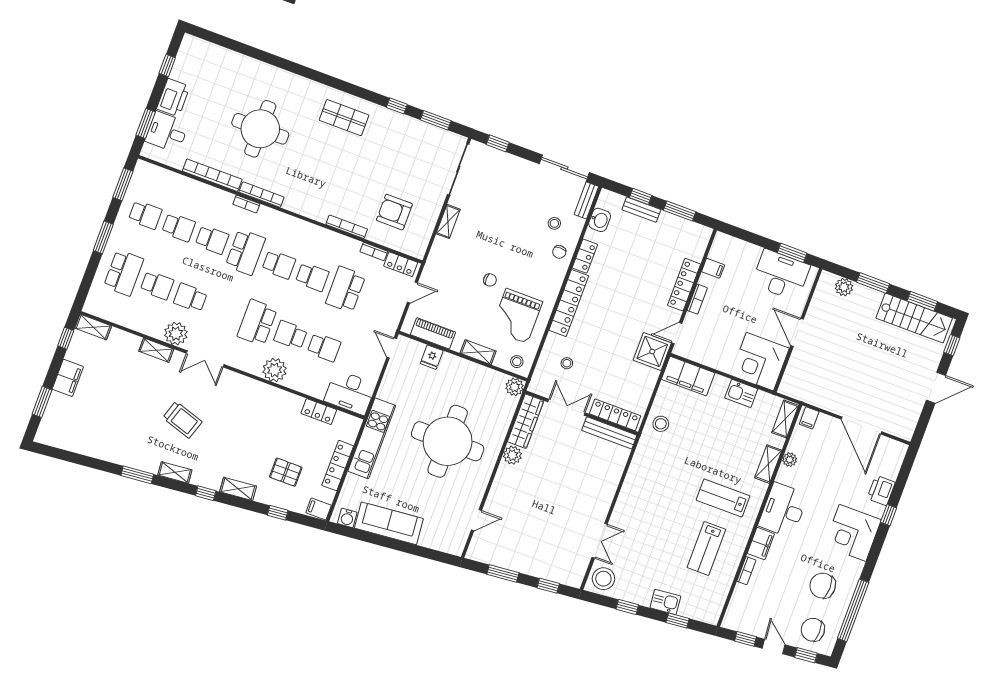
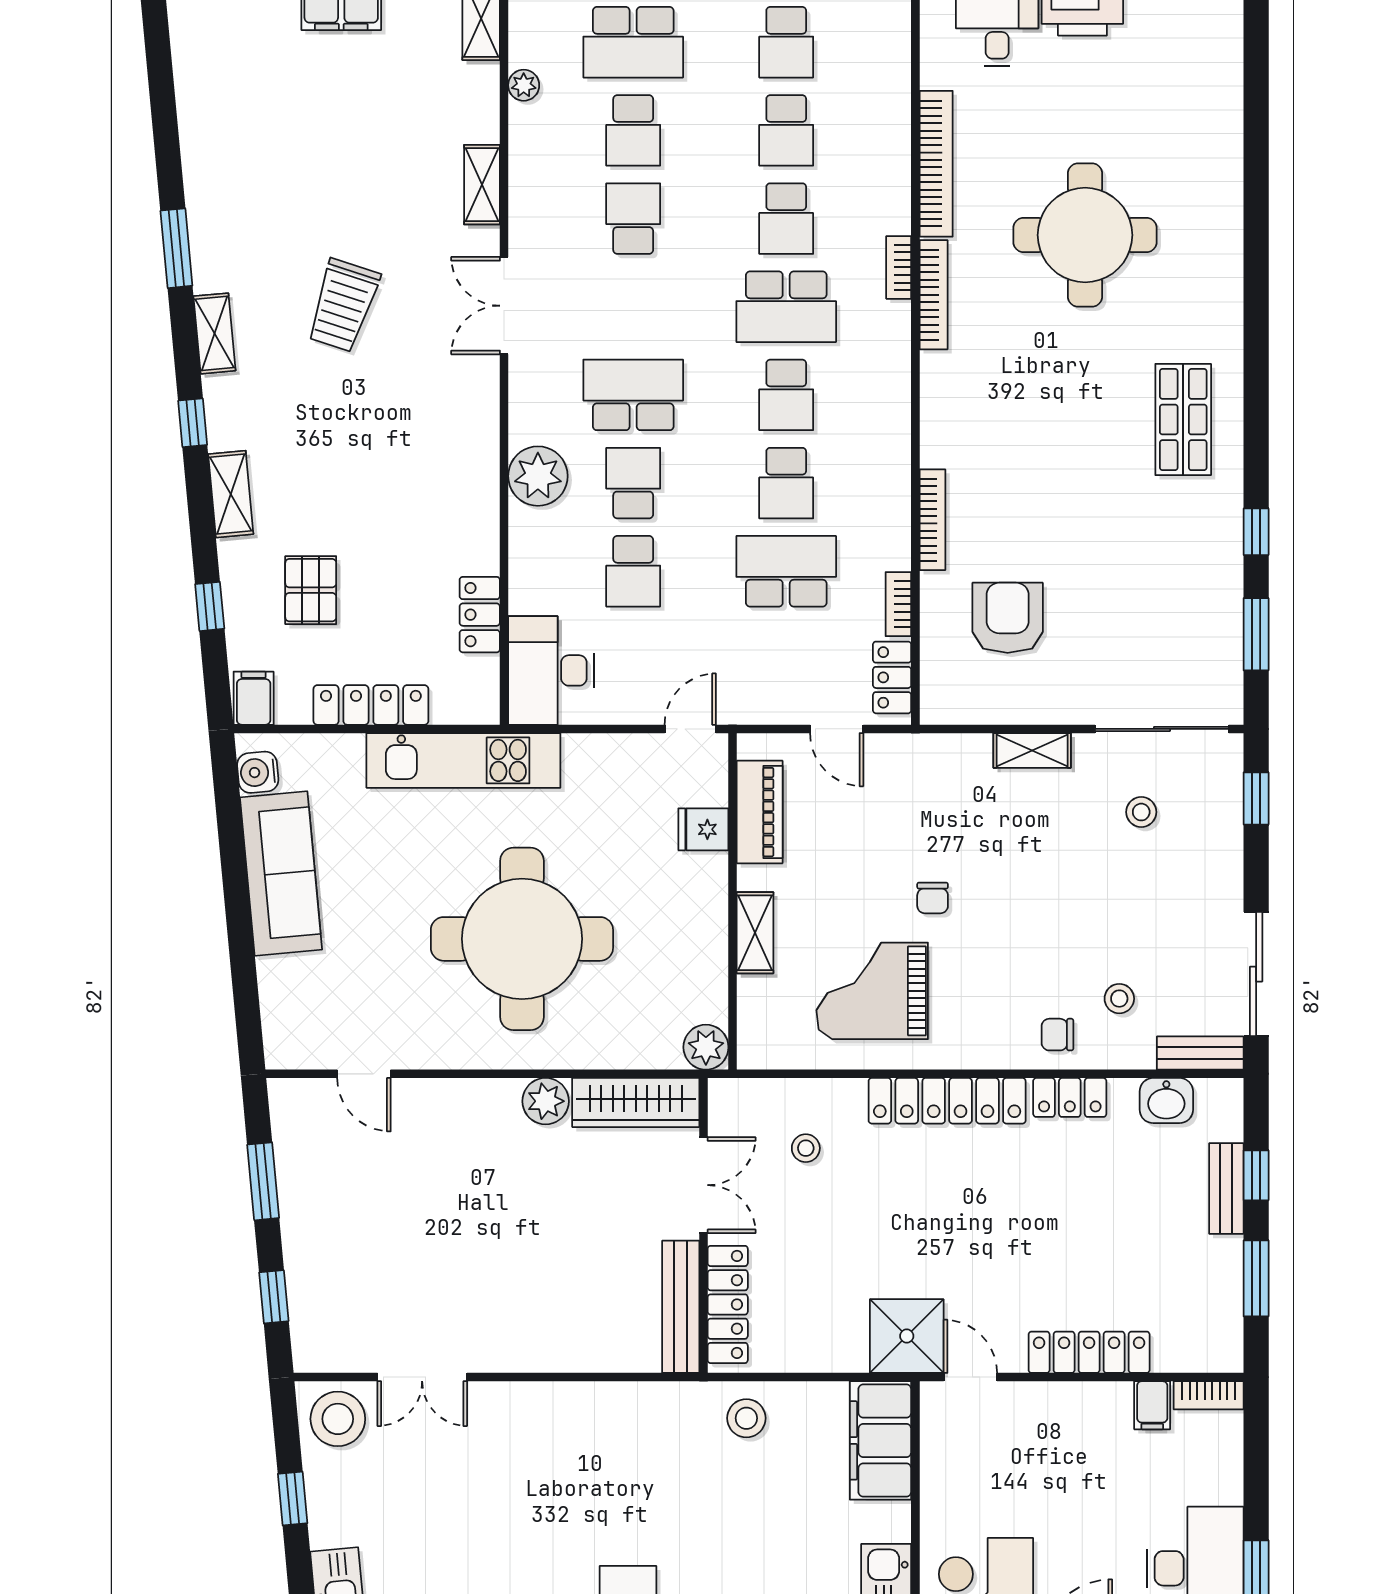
bookcase: (697, 299) -> (1209, 1395), moved
plant: (176, 334) -> (524, 85), moved, width x0.53, depth x0.53
stool: (517, 362) -> (1141, 812), moved

